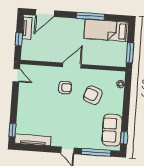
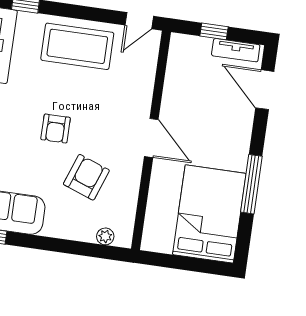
bed: (106, 30) -> (209, 214), width x1.50
window: (130, 53) -> (169, 261), removed
armchair: (65, 88) -> (56, 129), moved
coffee table: (31, 104) -> (77, 46), added

